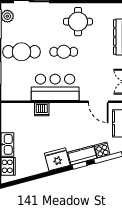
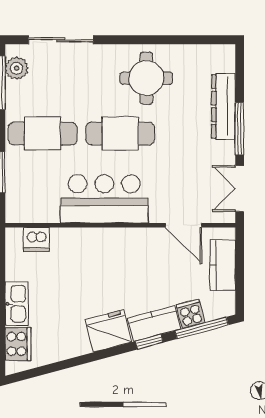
cafe table: (64, 52) -> (120, 134), width x1.37, depth x1.35
dishwasher: (42, 109) -> (36, 239), moved

